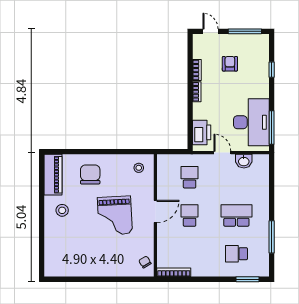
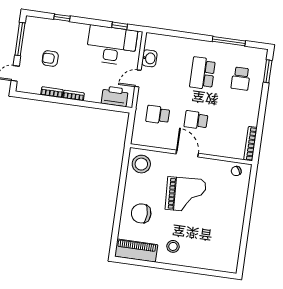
window: (272, 127) -> (120, 26), width x0.46
stool: (139, 168) -> (141, 164), width x1.89, depth x1.89

